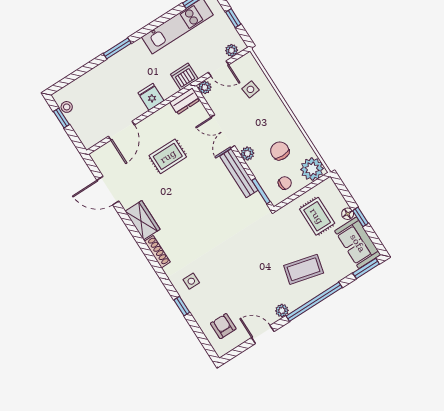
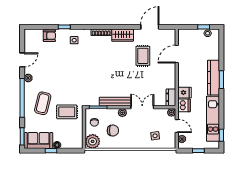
kitchen counter: (122, 61) -> (213, 78), added
door: (218, 69) -> (177, 126), swing flipped
fridge: (151, 97) -> (185, 93), moved
door: (121, 131) -> (177, 54), hinge flipped
rug: (168, 156) -> (143, 56), moved
rug: (317, 216) -> (67, 112), moved
armchair: (223, 326) -> (49, 36), moved

